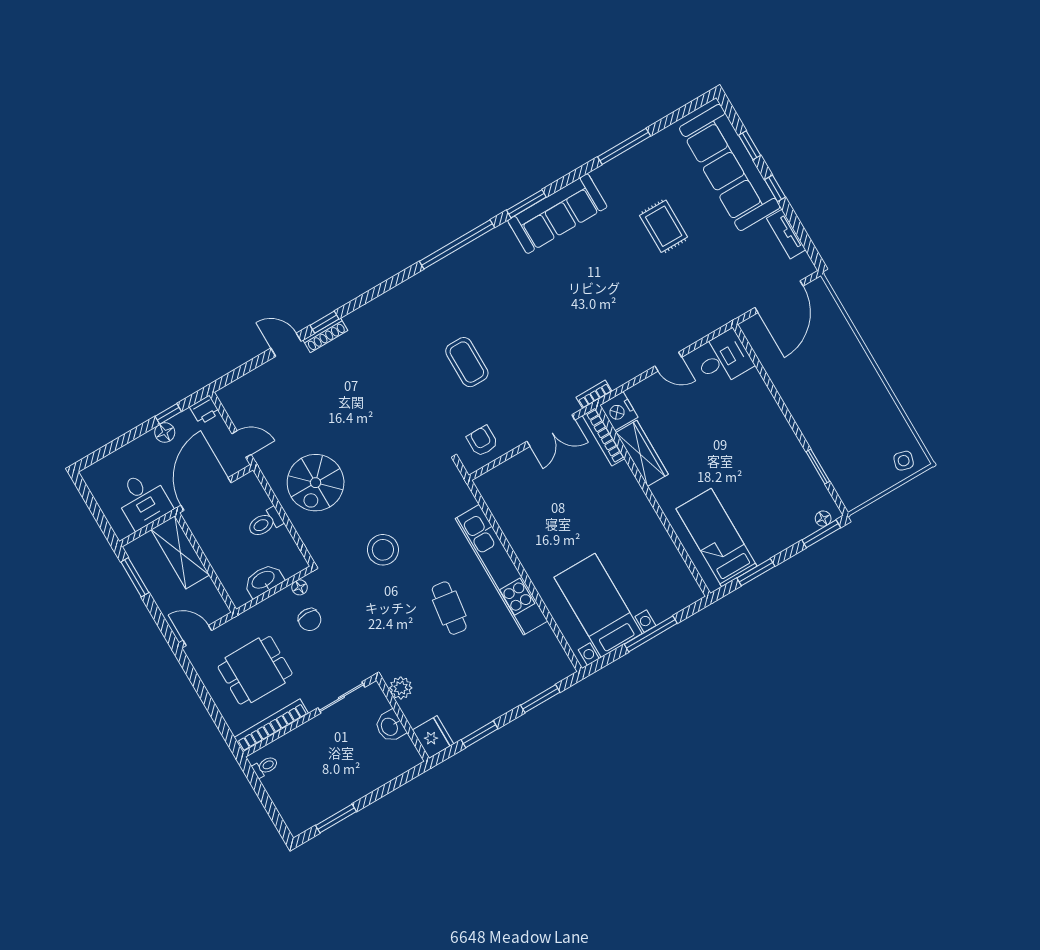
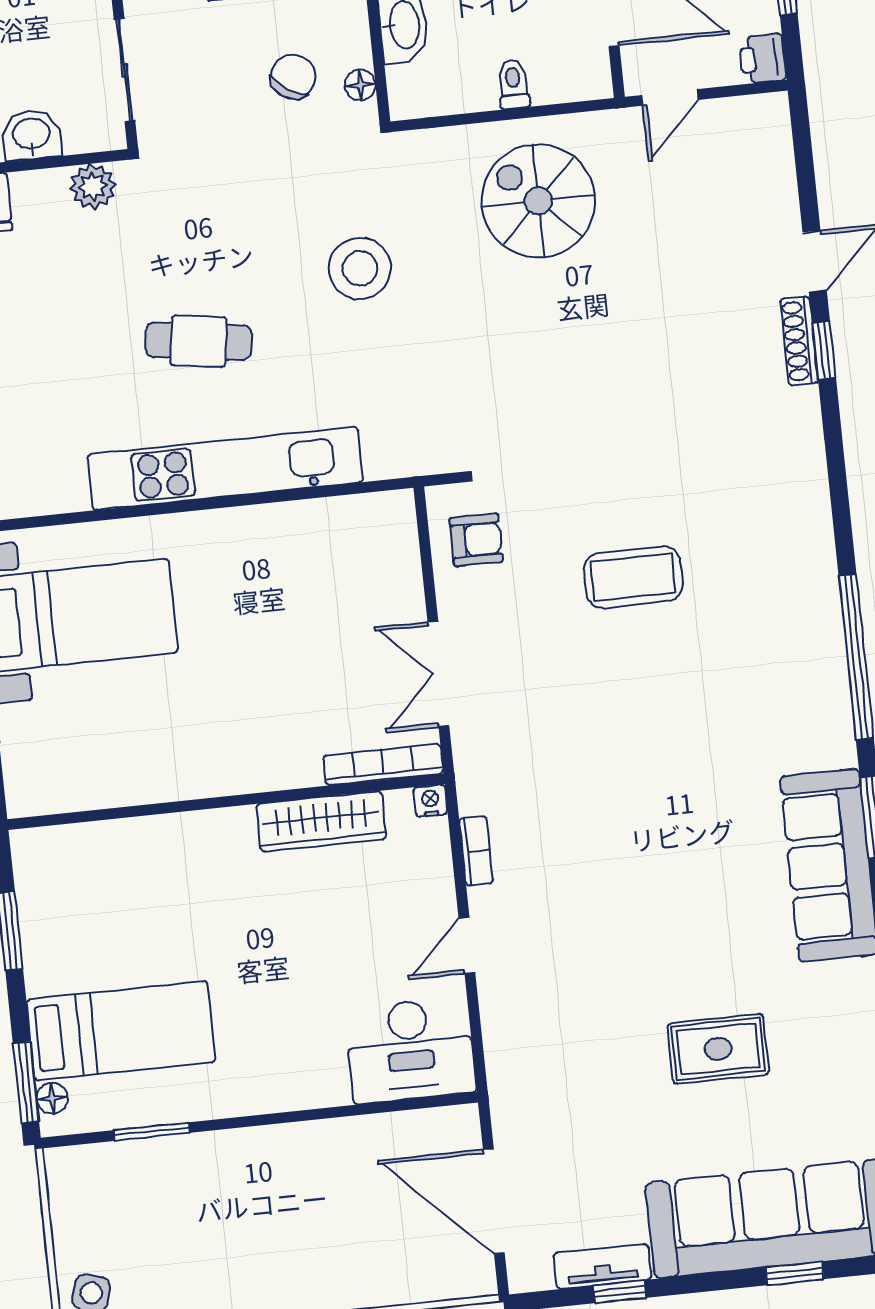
window: (775, 188) -> (619, 1292), moved
desk: (723, 359) -> (410, 1050), width x1.37
bookcase: (594, 394) -> (476, 851), moved
nightstand: (619, 411) -> (430, 801), width x0.53, depth x0.56
toilet: (265, 523) -> (513, 84), width x0.73, depth x0.72
bed: (716, 538) -> (121, 1031), moved
chair: (310, 620) -> (293, 77), turned 124

